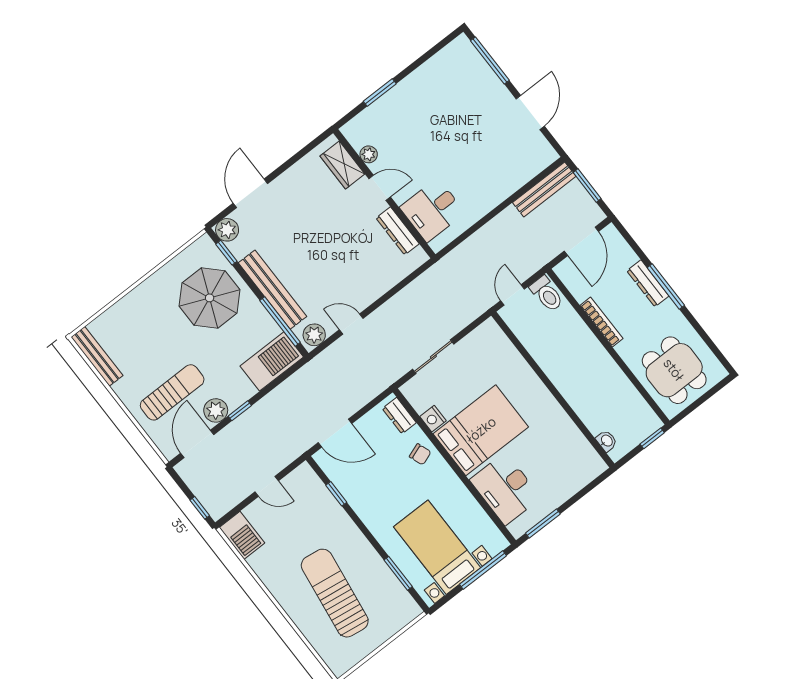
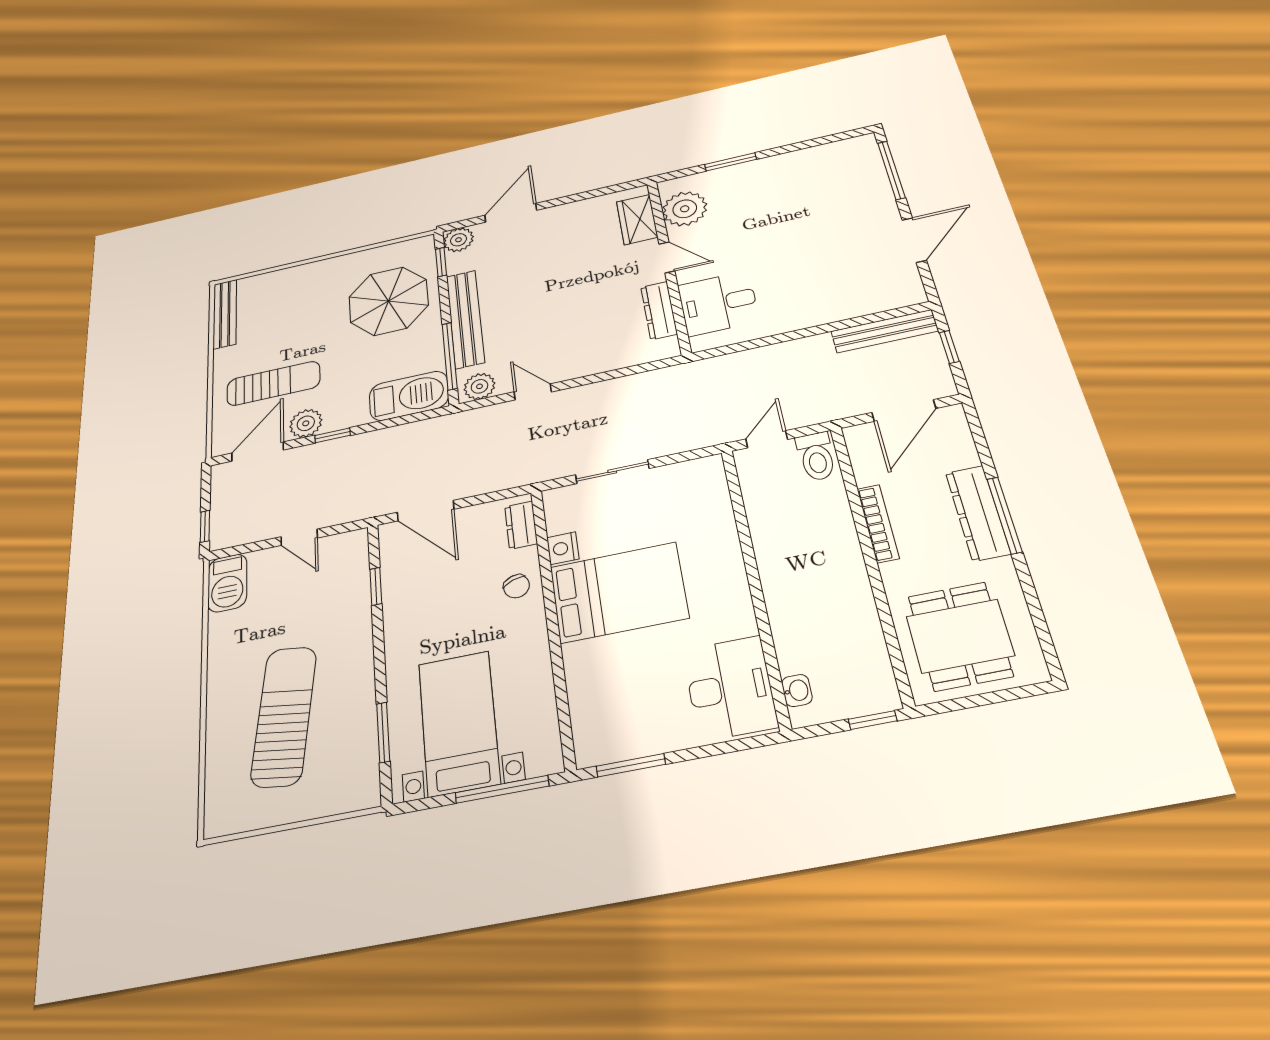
plant: (369, 154) -> (685, 209), width x1.87, depth x1.87
window: (587, 186) -> (949, 347), width x0.67
dresser: (648, 283) -> (978, 513), width x1.37, depth x1.24
desk: (505, 489) -> (730, 688), moved, turned 180

